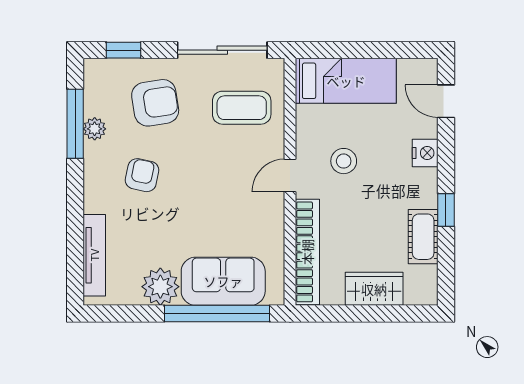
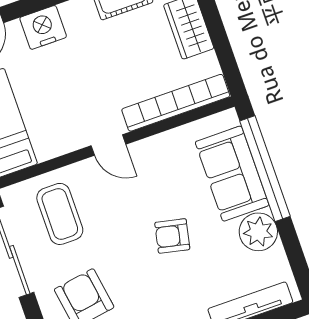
nightstand: (425, 153) -> (43, 27), width x1.36, depth x1.33
stool: (344, 161) -> (77, 99), removed
armchair: (142, 175) -> (172, 236), moved

